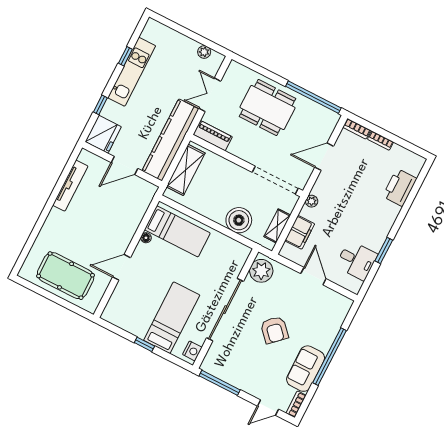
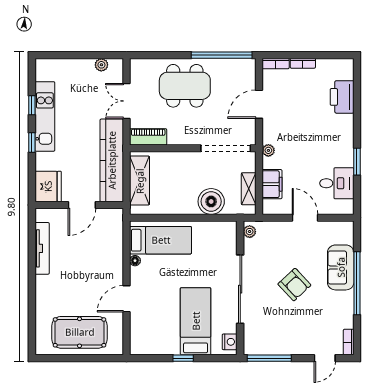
window: (100, 105) -> (32, 142), moved
plant: (261, 271) -> (250, 232), width x0.53, depth x0.53
sofa: (306, 369) -> (341, 267), moved

